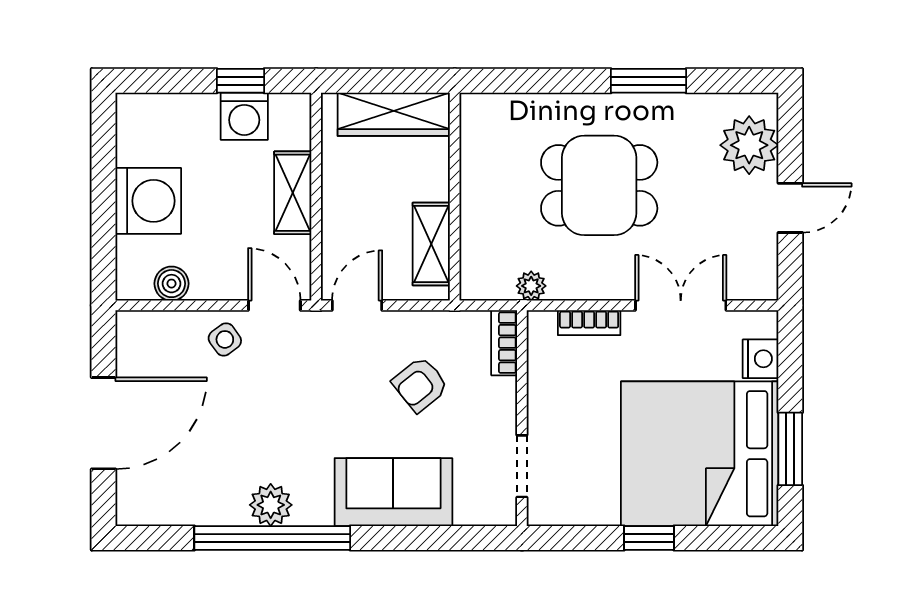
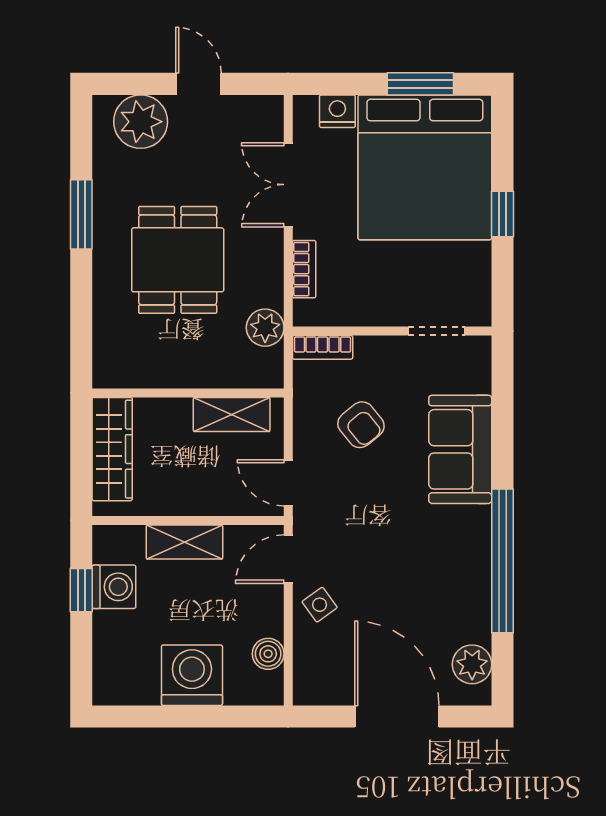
plant: (531, 286) -> (265, 328), width x1.38, depth x1.38
plant: (271, 505) -> (472, 664), moved

